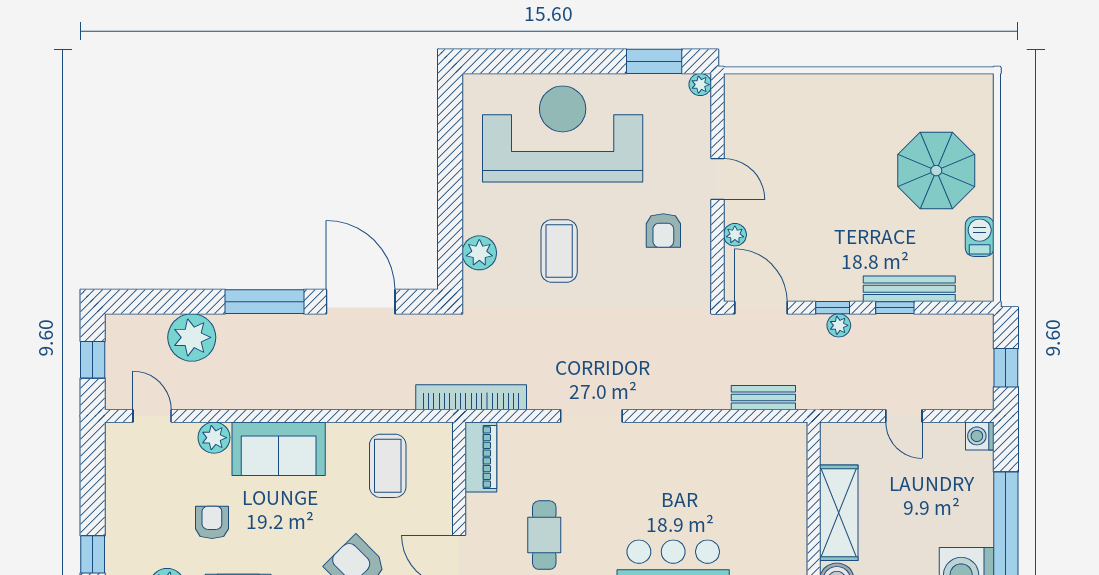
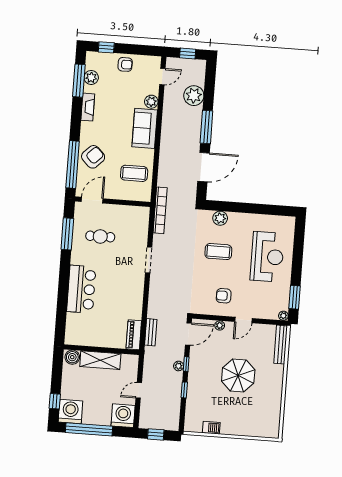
reception desk: (563, 134) -> (267, 257), width x0.74, depth x0.77
parasol: (936, 171) -> (238, 375), moved
bench: (909, 289) -> (281, 345), moved
washing machine: (980, 436) -> (123, 416), width x1.89, depth x1.89
piano: (481, 457) -> (134, 335), moved, turned 90
armchair: (212, 522) -> (125, 64), moved

